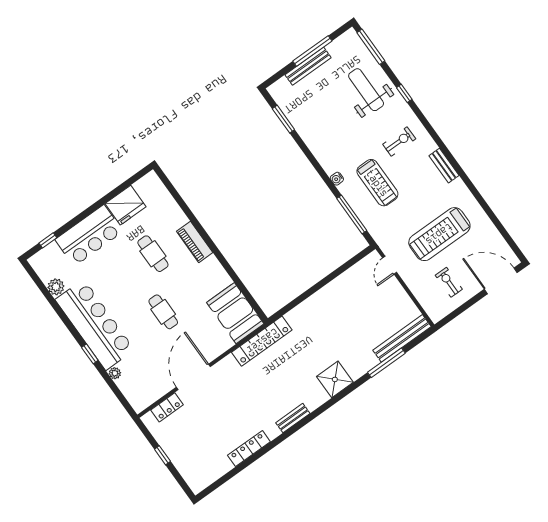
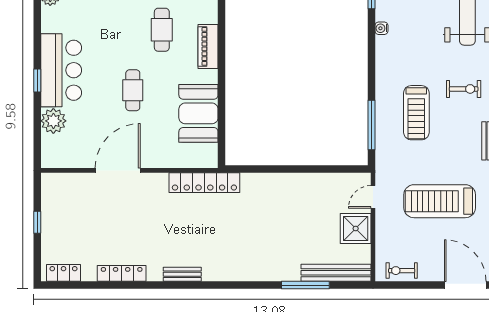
water cooler: (337, 179) -> (381, 28), moved
exercise bike: (449, 282) -> (402, 271), moved, turned -90
booth: (235, 313) -> (198, 113), moved
bar counter: (95, 325) -> (61, 70), width x0.73
plant: (115, 373) -> (53, 121), width x1.88, depth x1.88
shower: (335, 379) -> (356, 229), moved
locker: (167, 407) -> (63, 273), moved, turned 180

